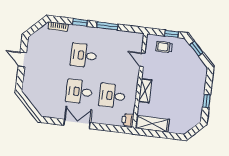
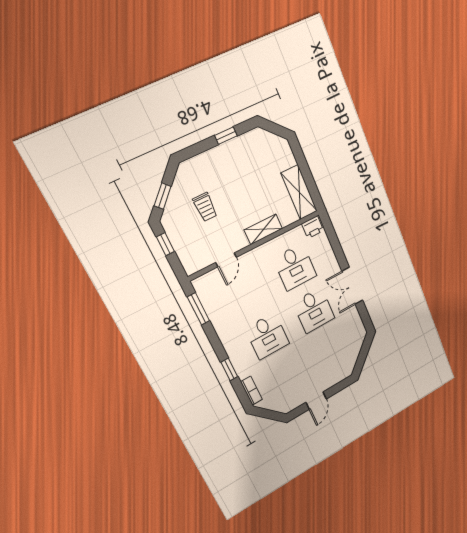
window: (107, 26) -> (198, 309), moved
trolley: (164, 47) -> (205, 207), moved

